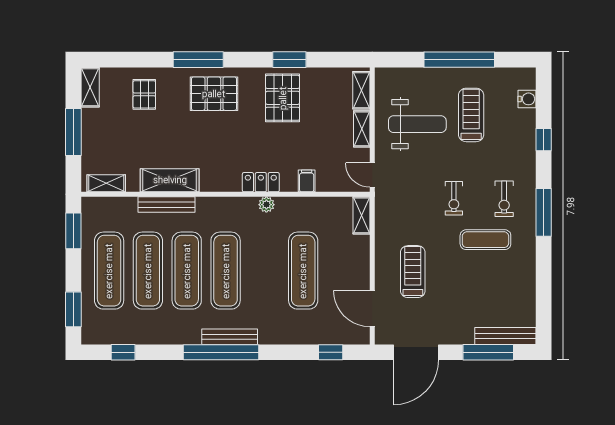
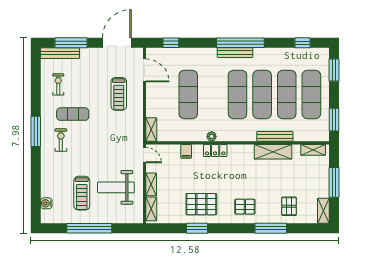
window: (198, 60) -> (271, 228), moved
pallet: (214, 94) -> (245, 207), width x0.67, depth x0.71
pallet: (283, 98) -> (201, 204), turned 90
window: (544, 140) -> (36, 177), removed
exercise bike: (454, 198) -> (58, 84), moved

